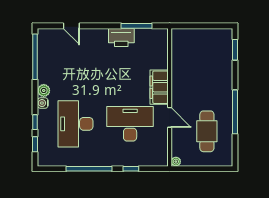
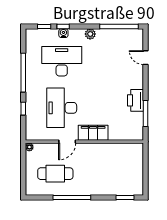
door: (71, 26) -> (145, 58), hinge flipped
water cooler: (43, 103) -> (63, 33), moved
desk: (130, 124) -> (62, 108), turned 180

